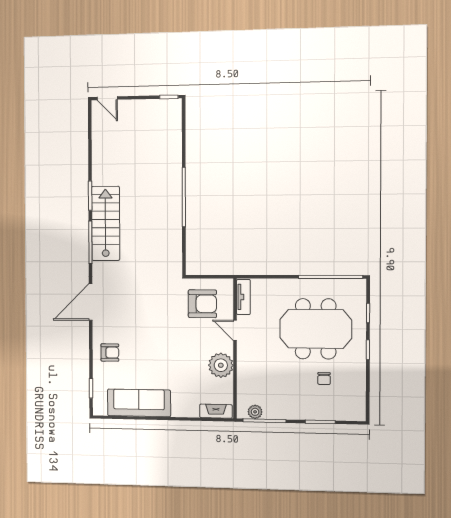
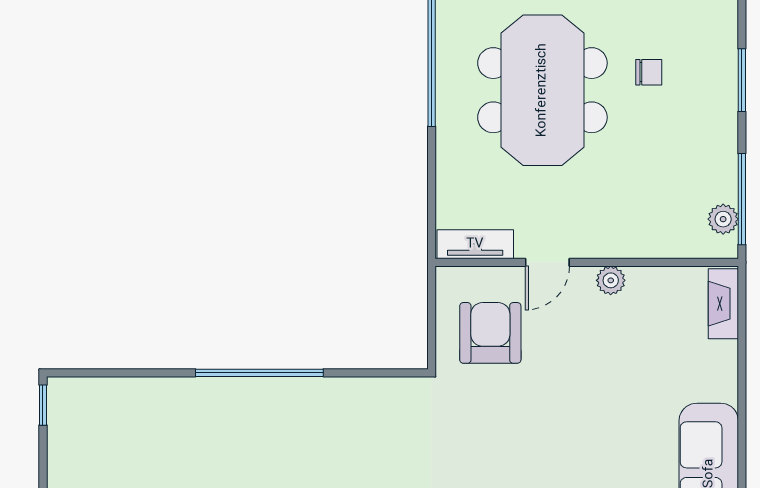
plant: (221, 365) -> (611, 280), width x0.53, depth x0.53

